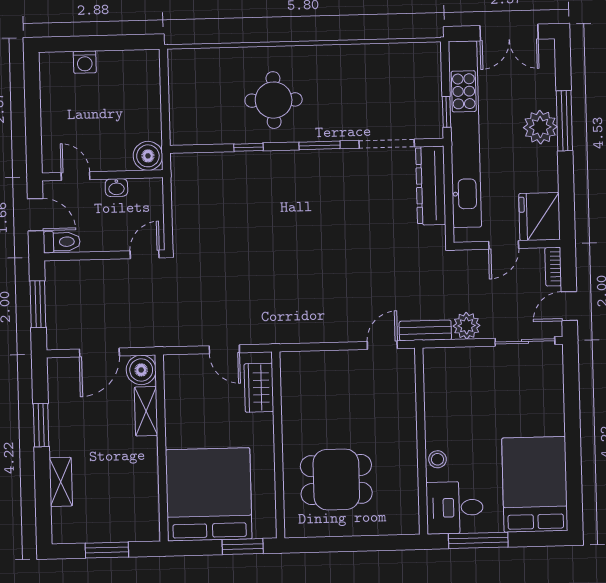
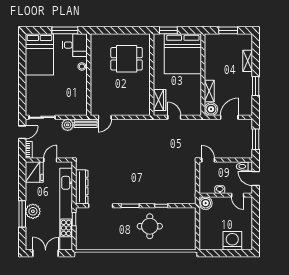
washing machine: (85, 62) -> (232, 241), width x1.89, depth x1.89
door: (145, 254) -> (208, 160), swing flipped

